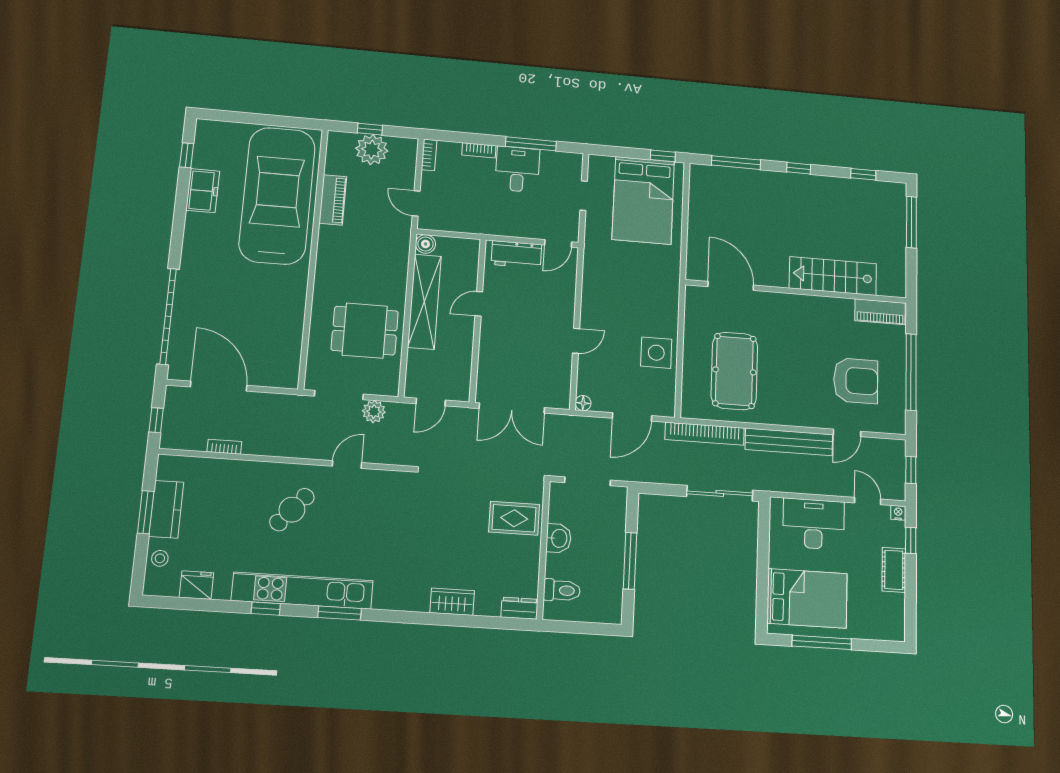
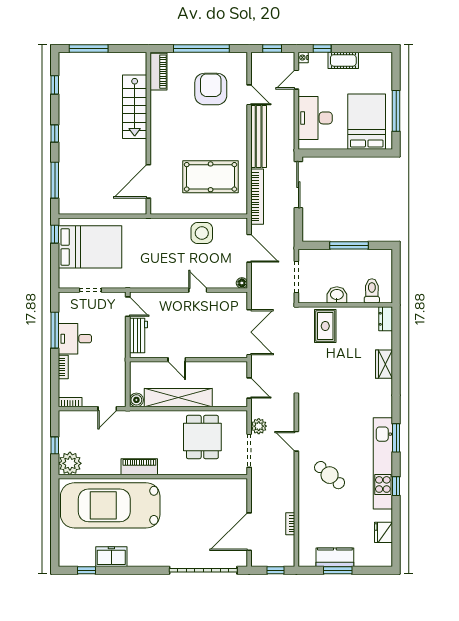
plant: (372, 150) -> (70, 463), moved
piano: (333, 200) -> (139, 467), moved
stool: (160, 558) -> (368, 558), removed

